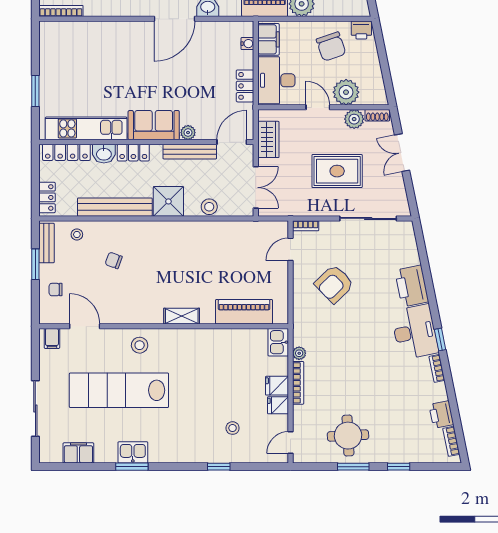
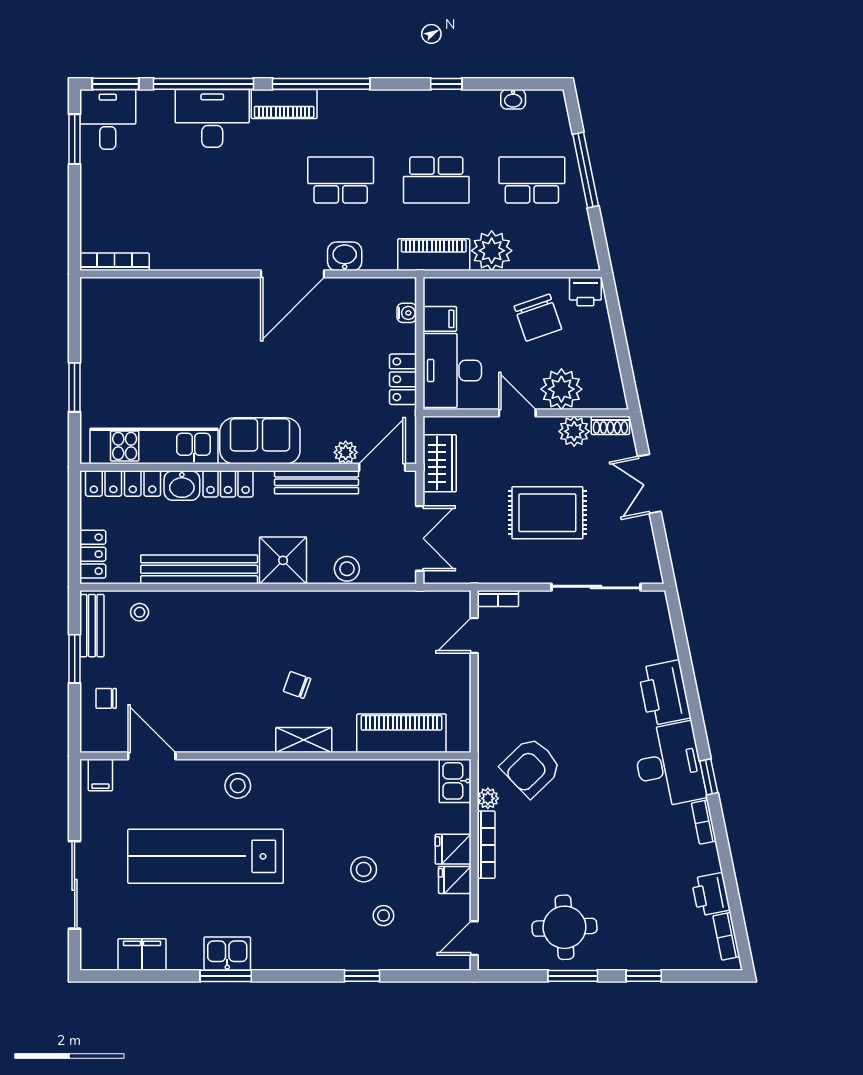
filing cabinet: (268, 39) -> (440, 319), width x0.50
plant: (188, 133) -> (346, 452), moved
chair: (114, 260) -> (297, 685), moved
armchair: (334, 284) -> (531, 767), moved
stool: (220, 399) -> (364, 869), added

